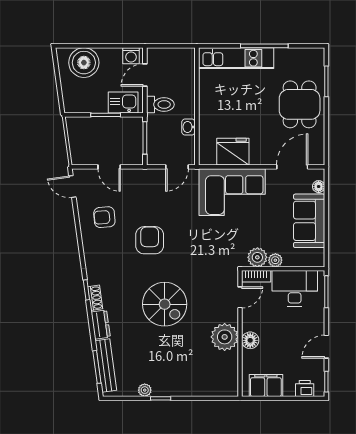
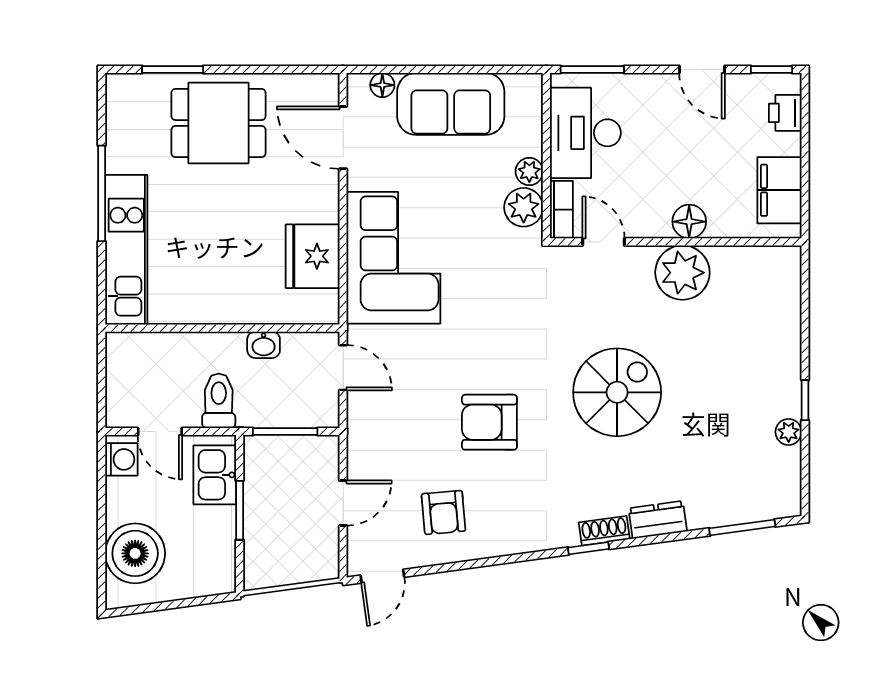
bench: (106, 366) -> (740, 510), removed

